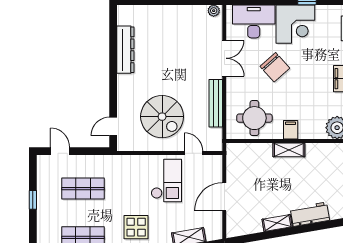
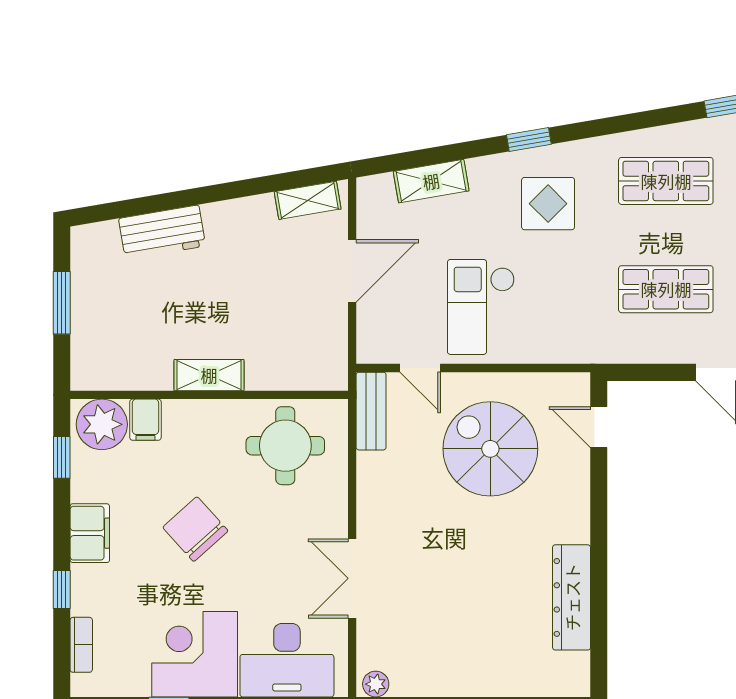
chair: (275, 67) -> (195, 529), moved
bench: (216, 103) -> (371, 411), moved, width x0.73
door: (113, 126) -> (599, 427), swing flipped
filing cabinet: (291, 130) -> (145, 420), moved
shelving: (277, 223) -> (308, 200), moved

